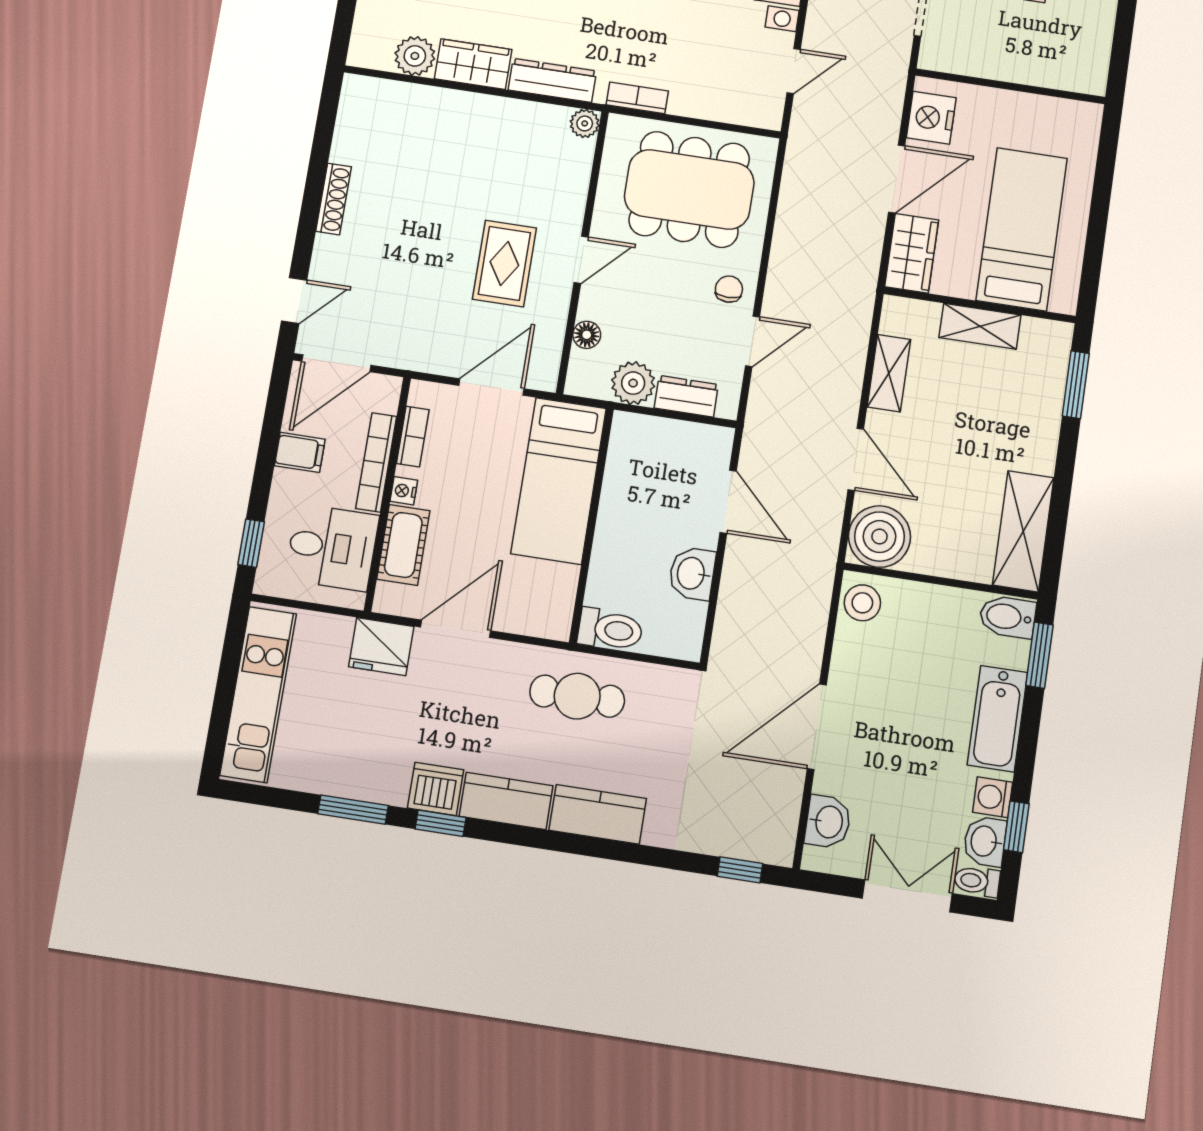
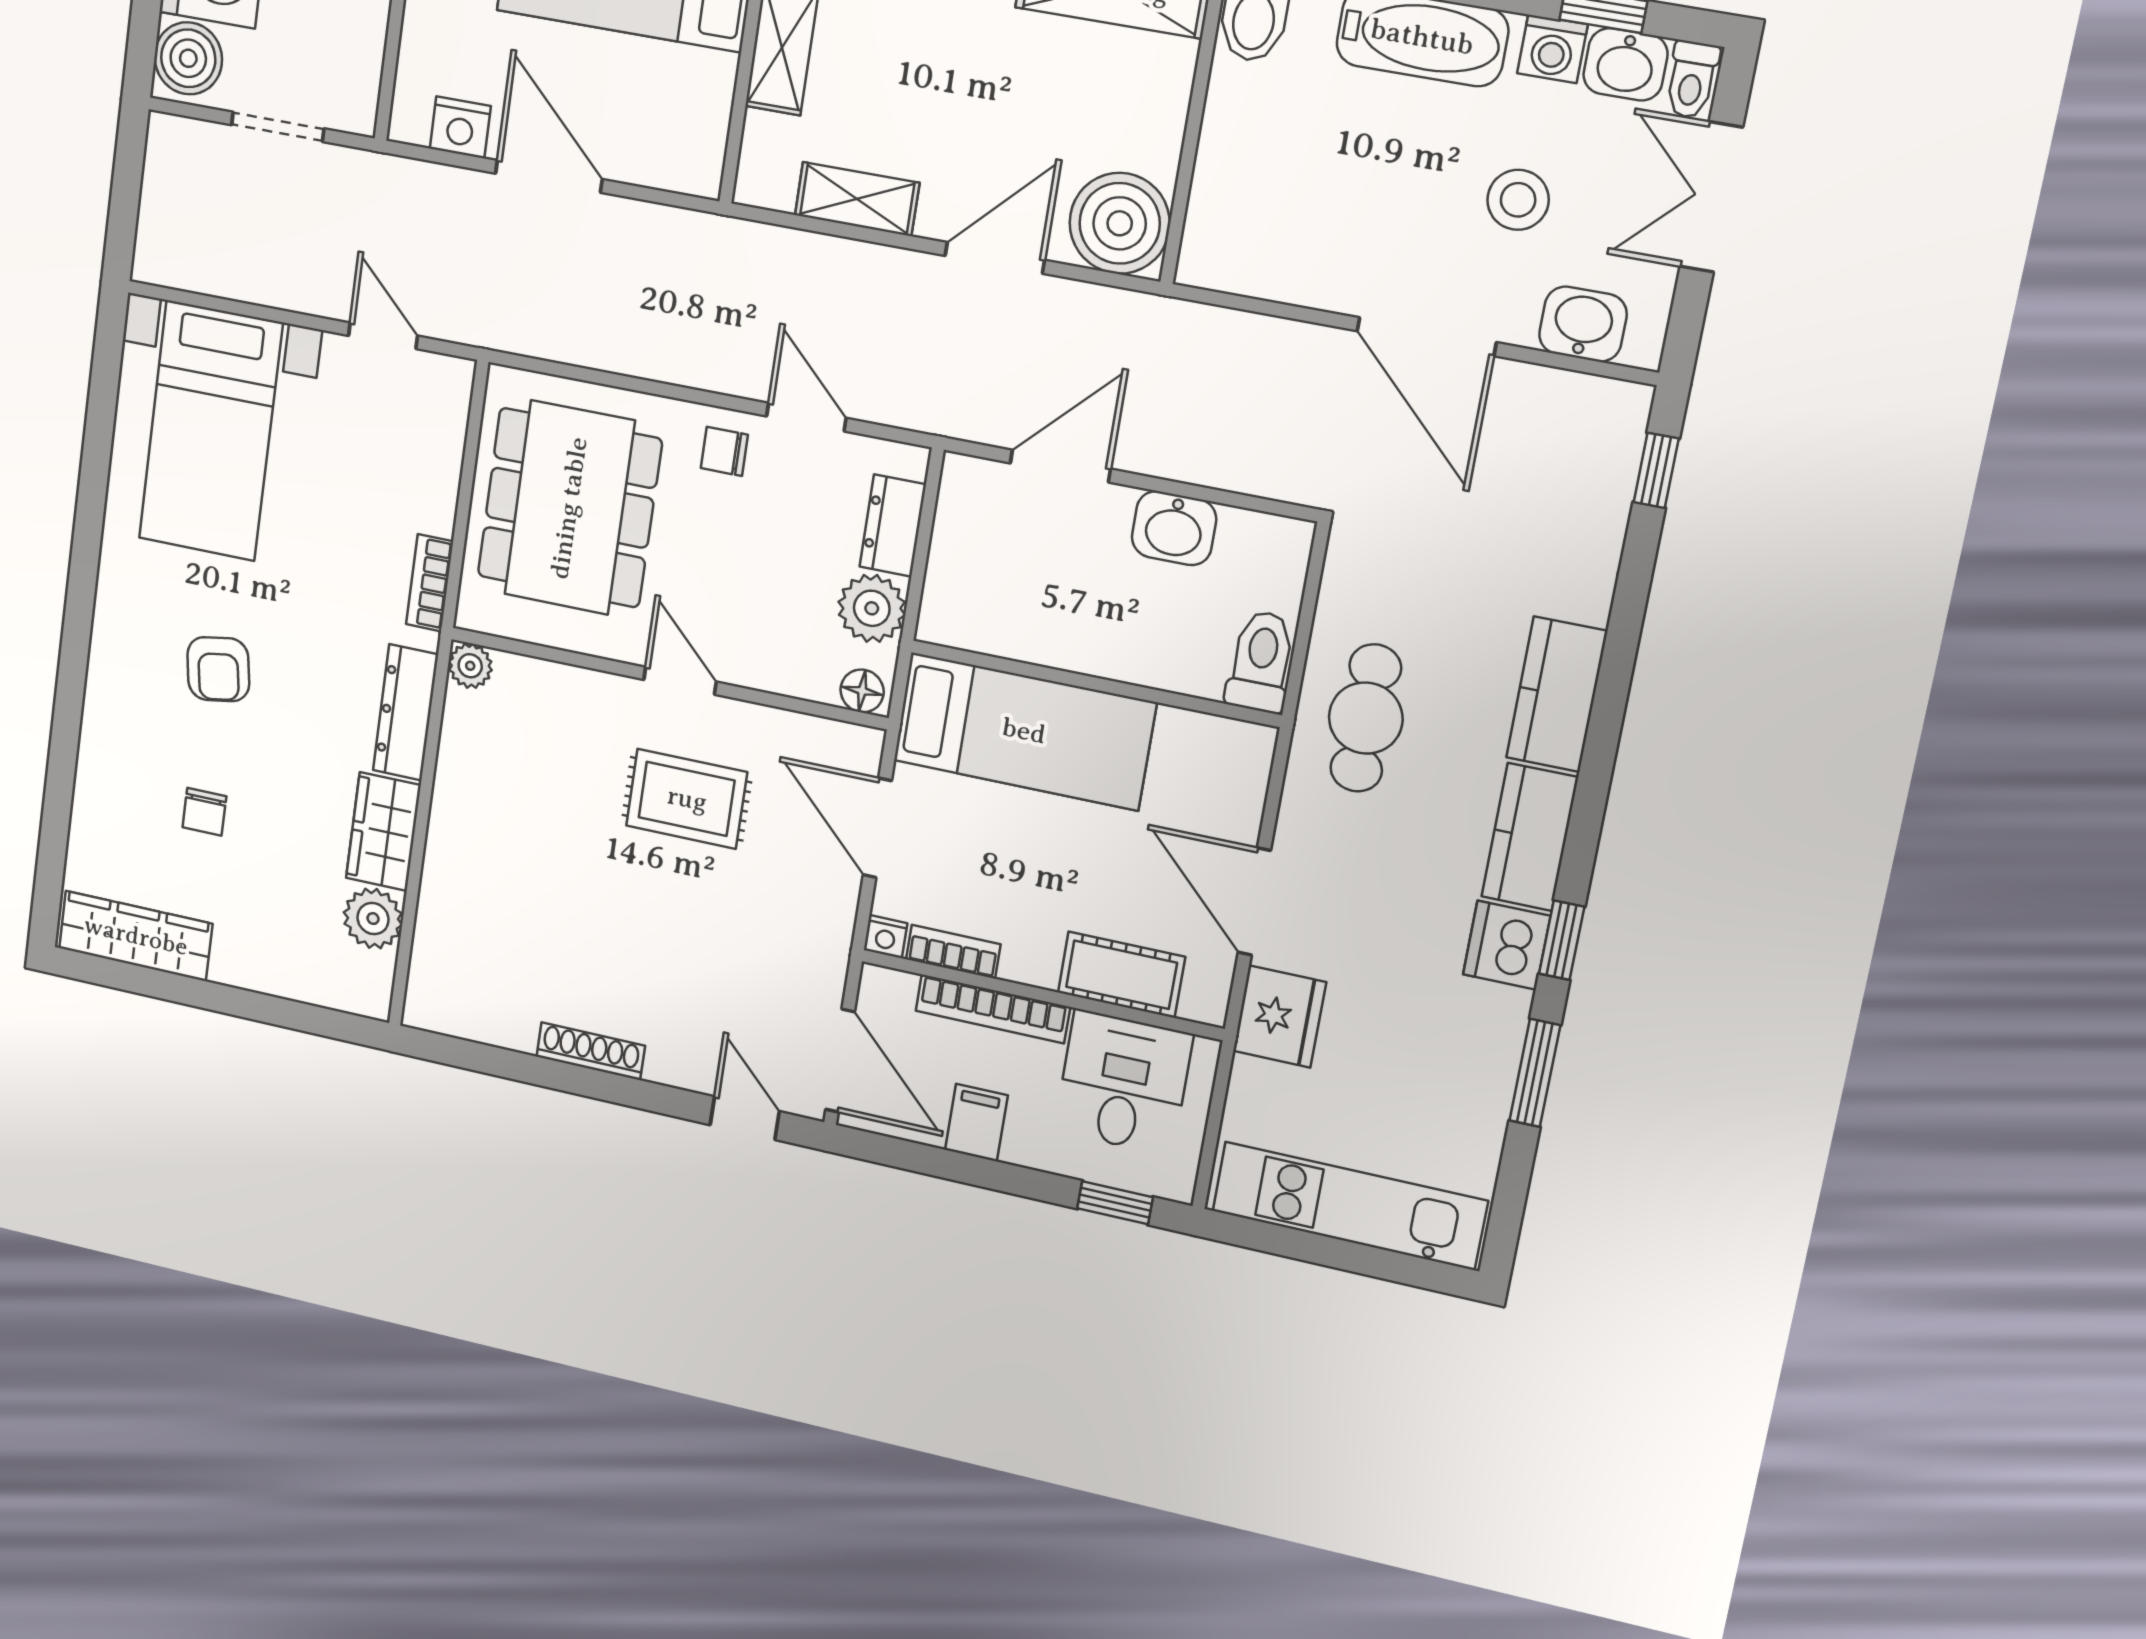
nightstand: (931, 118) -> (460, 127), width x0.74, depth x0.75
wardrobe: (912, 253) -> (666, 156), removed
floor lamp: (587, 335) -> (862, 691), moved
nightstand: (404, 491) -> (885, 937), moved
stool: (862, 603) -> (1518, 200), moved

